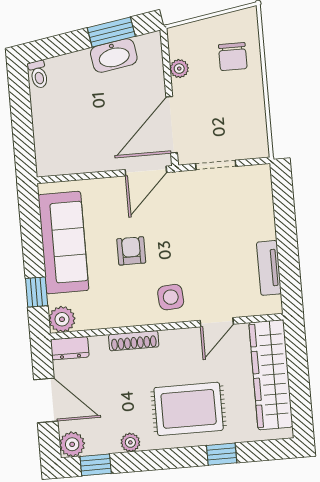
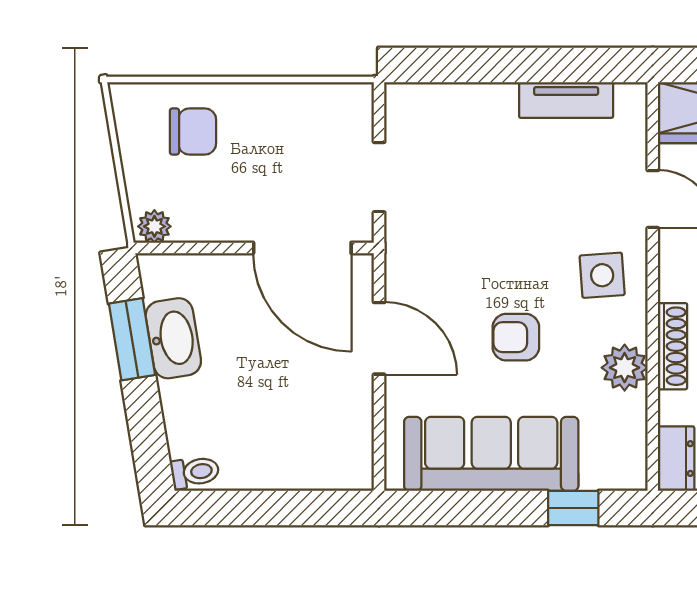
plant: (179, 69) -> (154, 226), moved
door: (146, 171) -> (379, 338), moved
plant: (62, 319) -> (625, 368), moved

